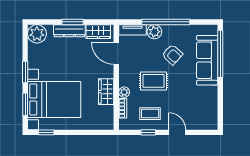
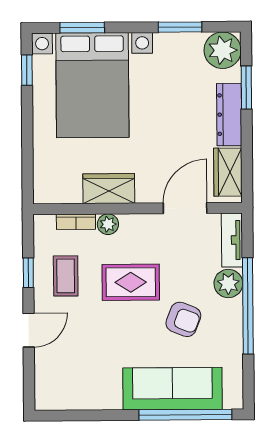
window: (73, 22) -> (246, 88), moved
armchair: (172, 55) -> (183, 319), turned -111
window: (25, 72) -> (180, 27), moved
rug: (153, 81) -> (131, 282), turned 90

